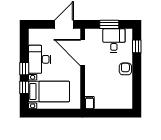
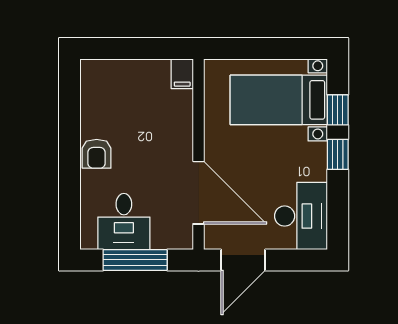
window: (109, 24) -> (135, 260), width x1.44
window: (137, 46) -> (70, 208), removed
desk: (40, 59) -> (301, 216), moved

